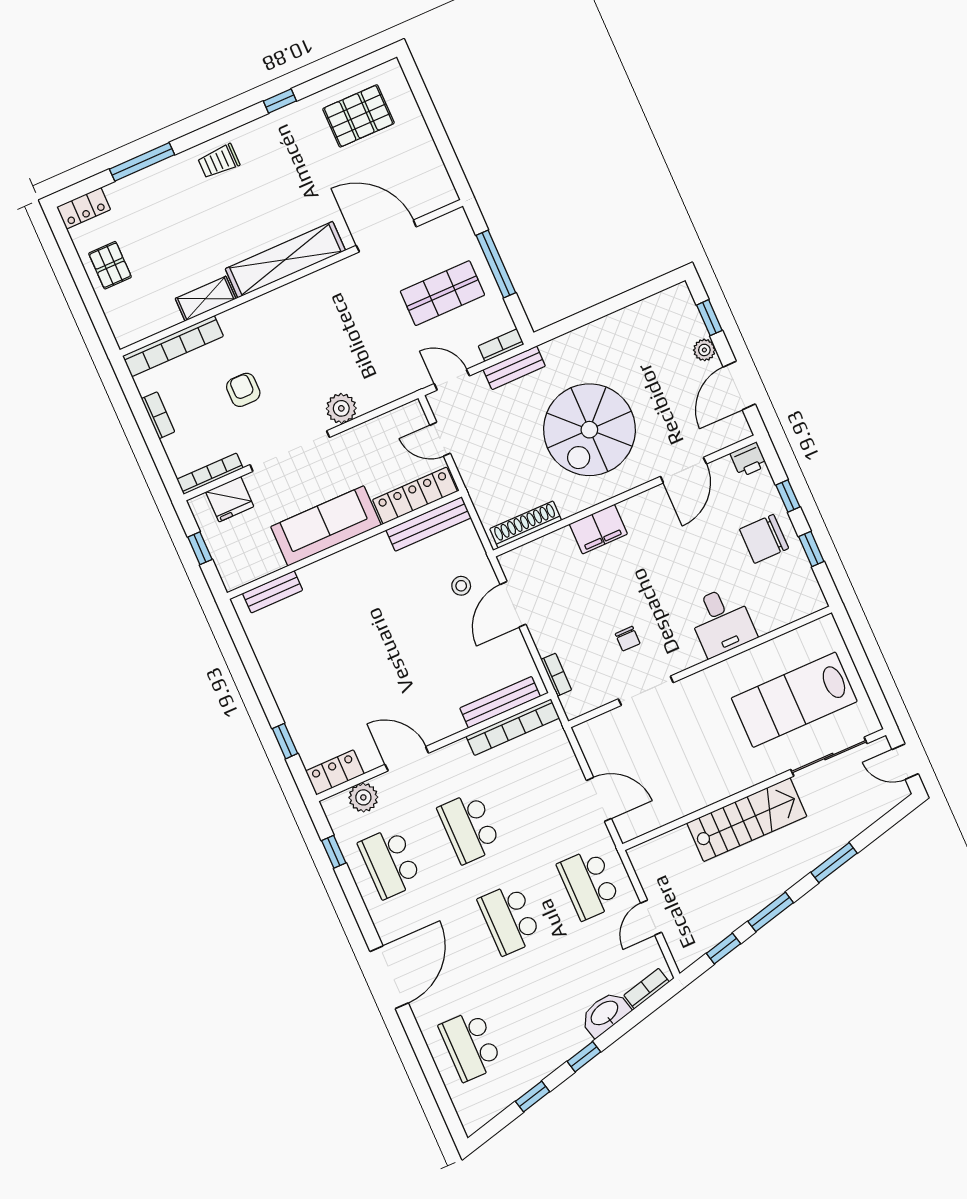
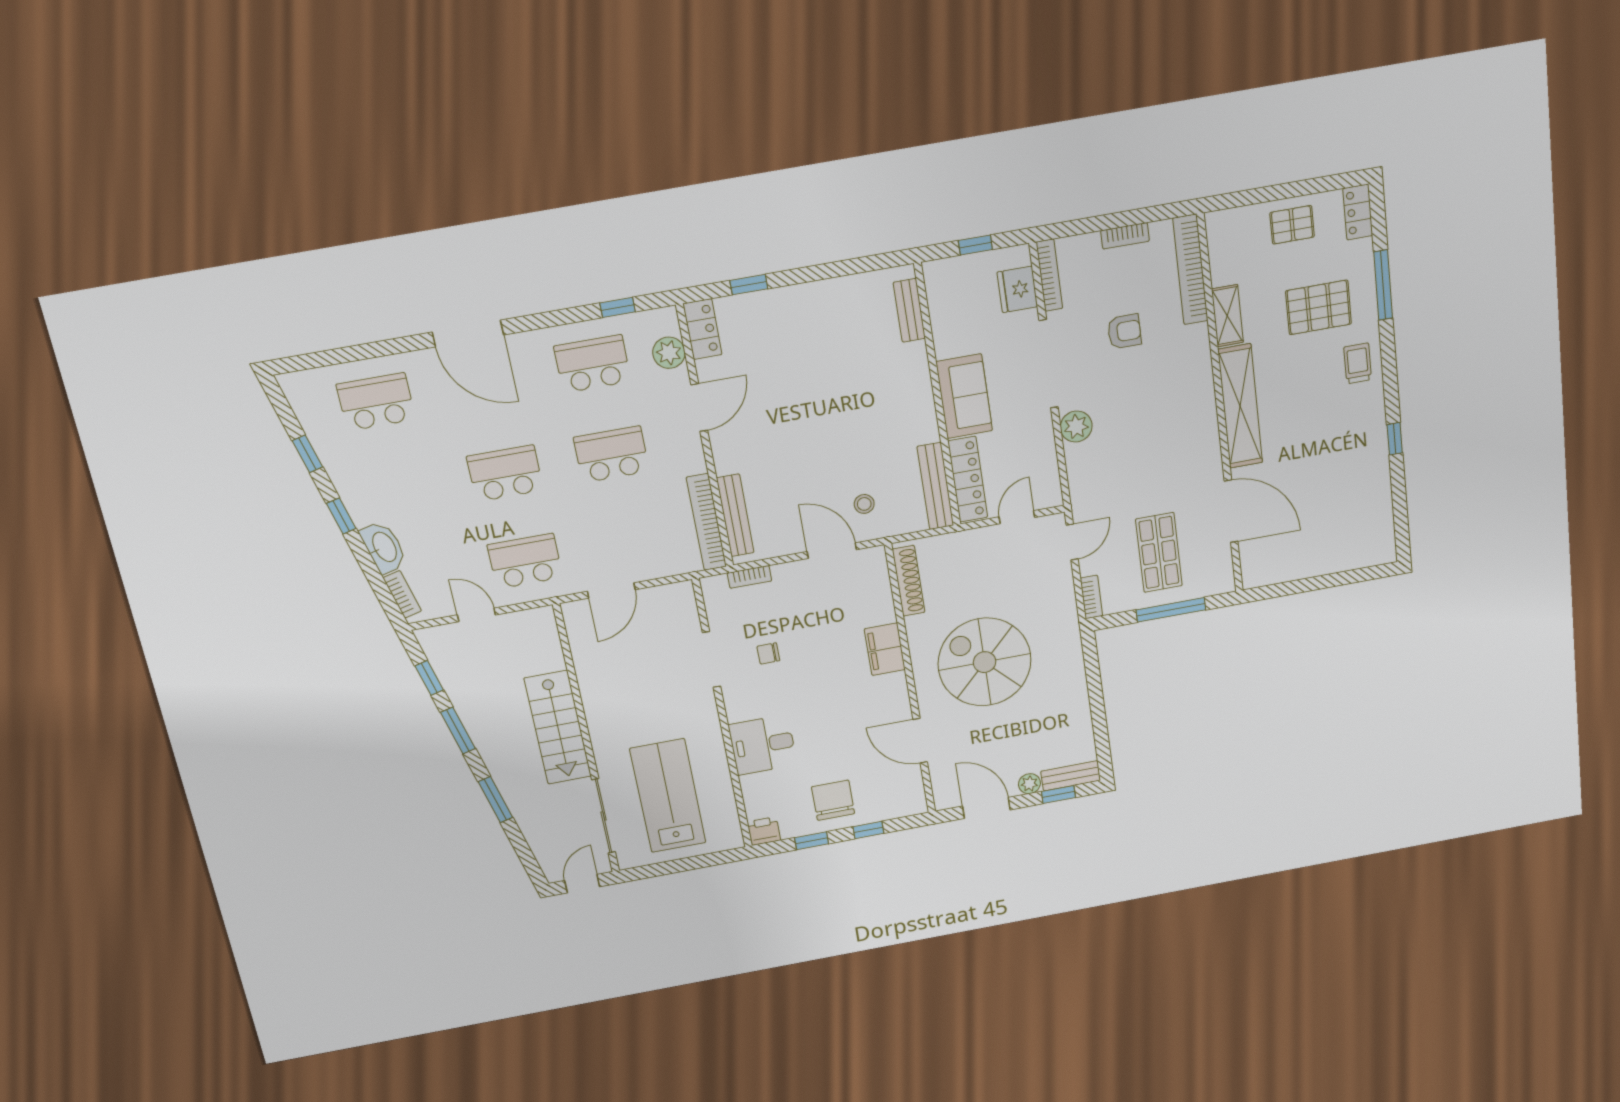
pallet: (358, 116) -> (1319, 307), moved, turned 90
door: (386, 236) -> (1231, 511), hinge flipped
bench: (514, 368) -> (1071, 776), moved, turned 90
printer: (749, 460) -> (764, 831), moved, turned 90
sofa: (326, 526) -> (964, 396), width x0.73

